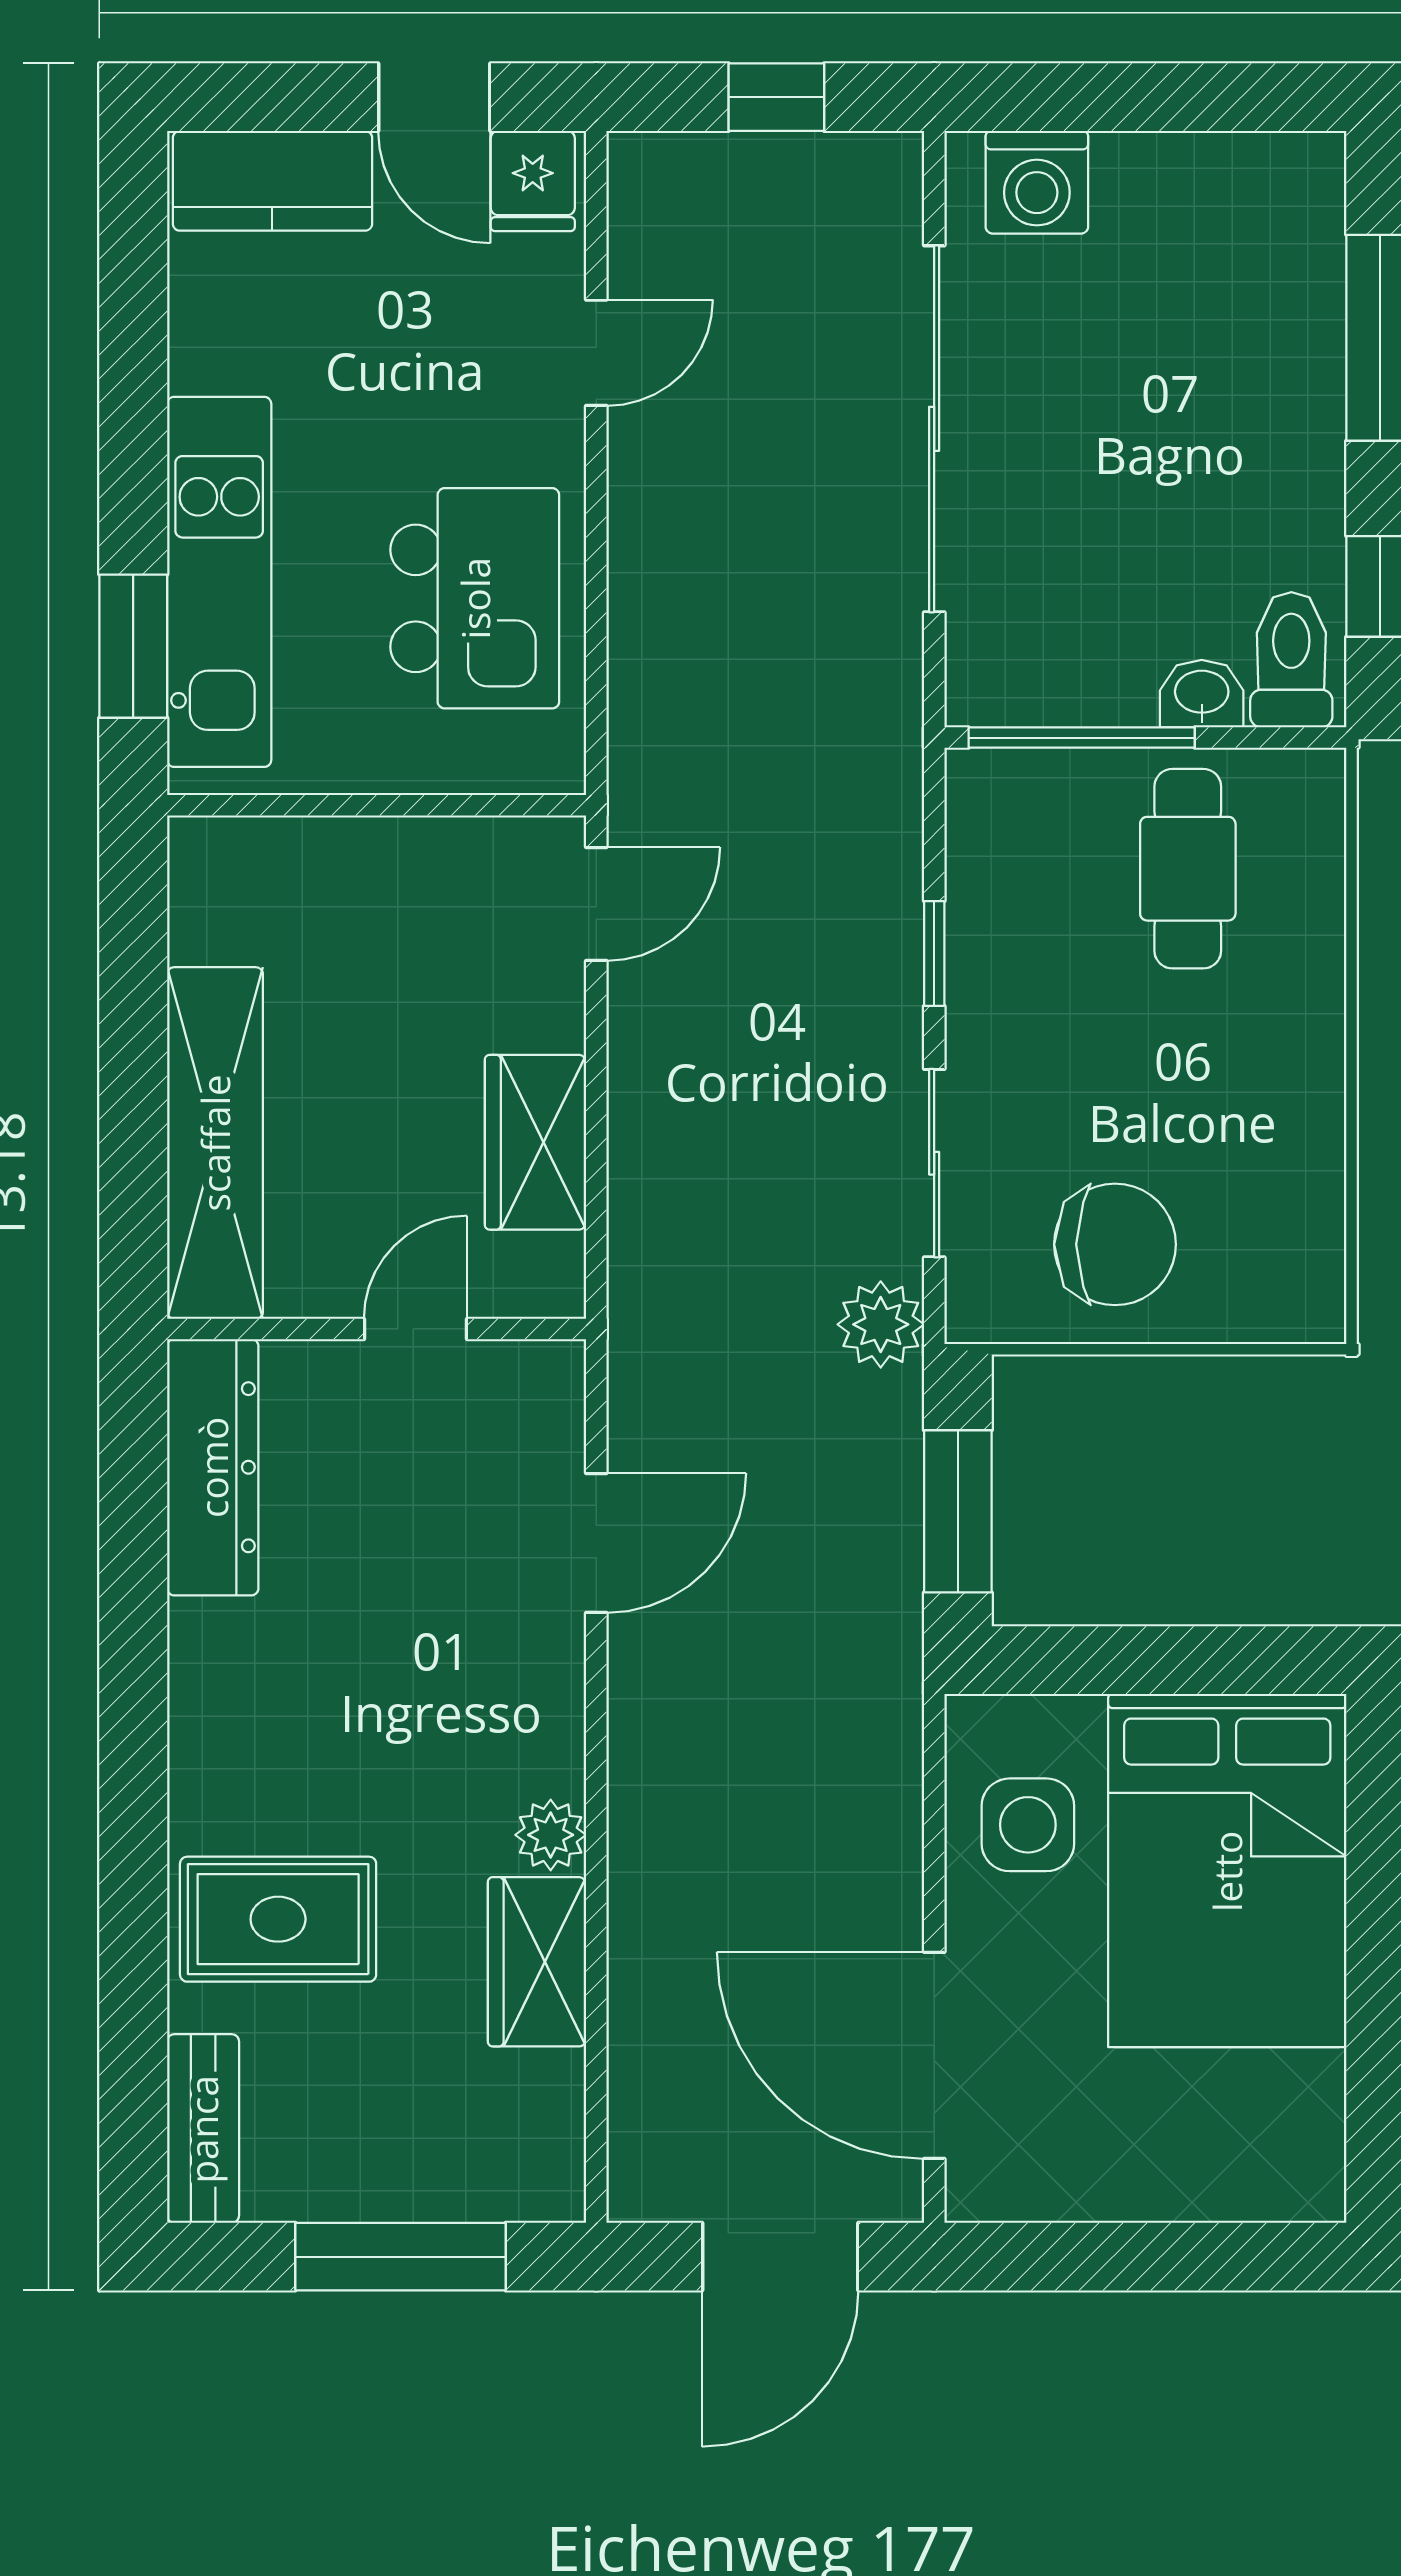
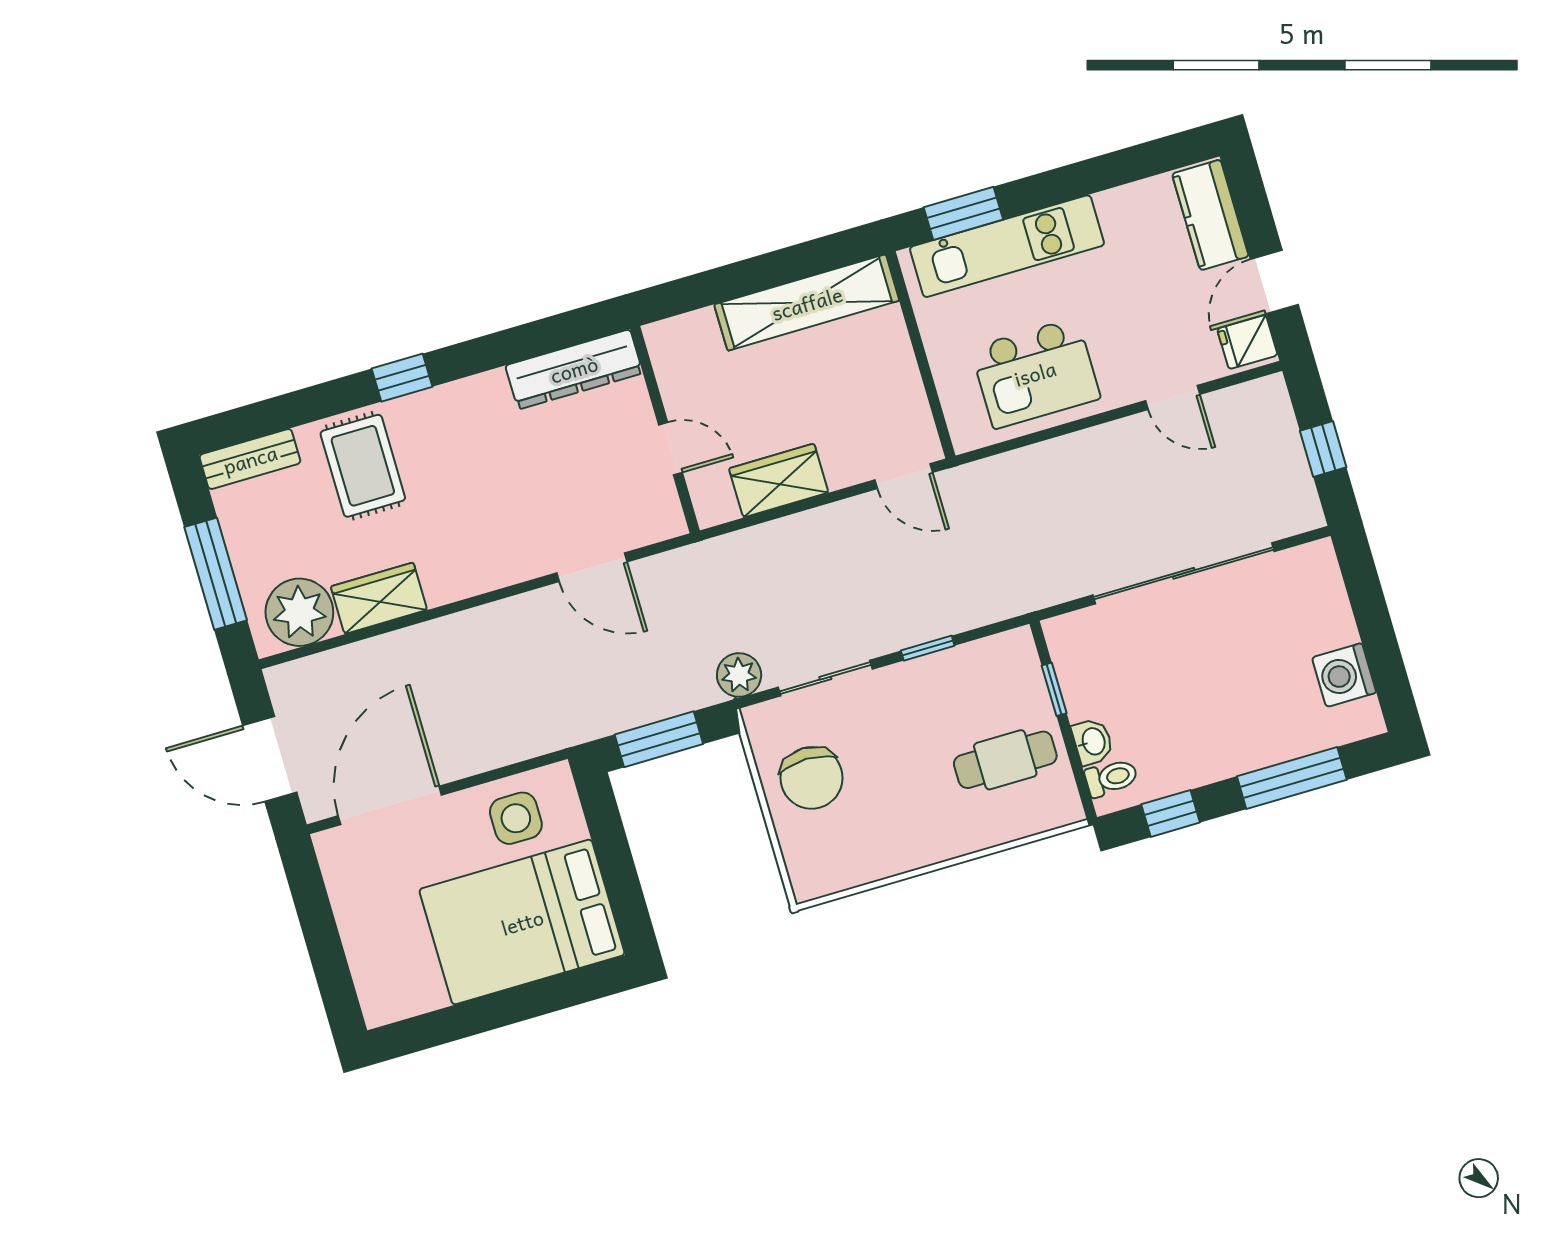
washing machine: (1037, 182) -> (1344, 675), moved
toilet: (1291, 660) -> (1111, 778), width x0.73, depth x0.72
window: (1082, 738) -> (1054, 689), width x0.46
shelving: (215, 1143) -> (807, 303), moved
window: (133, 1797) -> (402, 378), added
plant: (551, 1835) -> (299, 612), moved, width x1.88, depth x1.88

